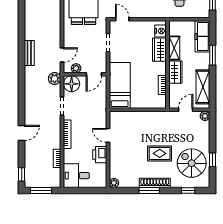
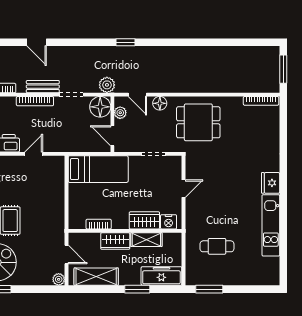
door: (122, 19) -> (184, 189), moved
floor lamp: (69, 38) -> (160, 103), added
bench: (29, 53) -> (43, 87), moved
window: (22, 64) -> (126, 42), added

